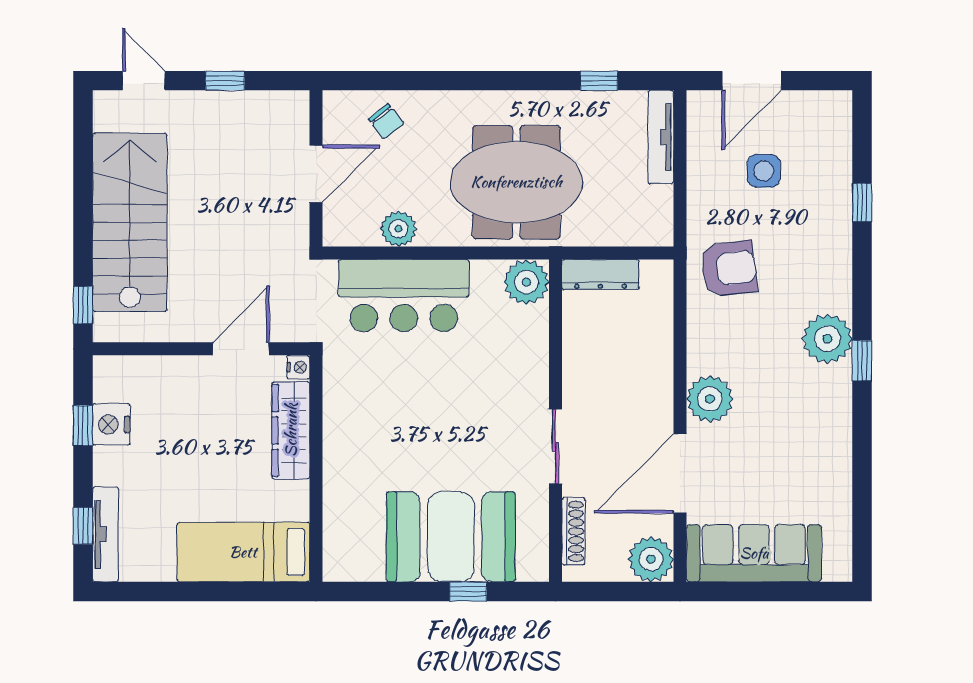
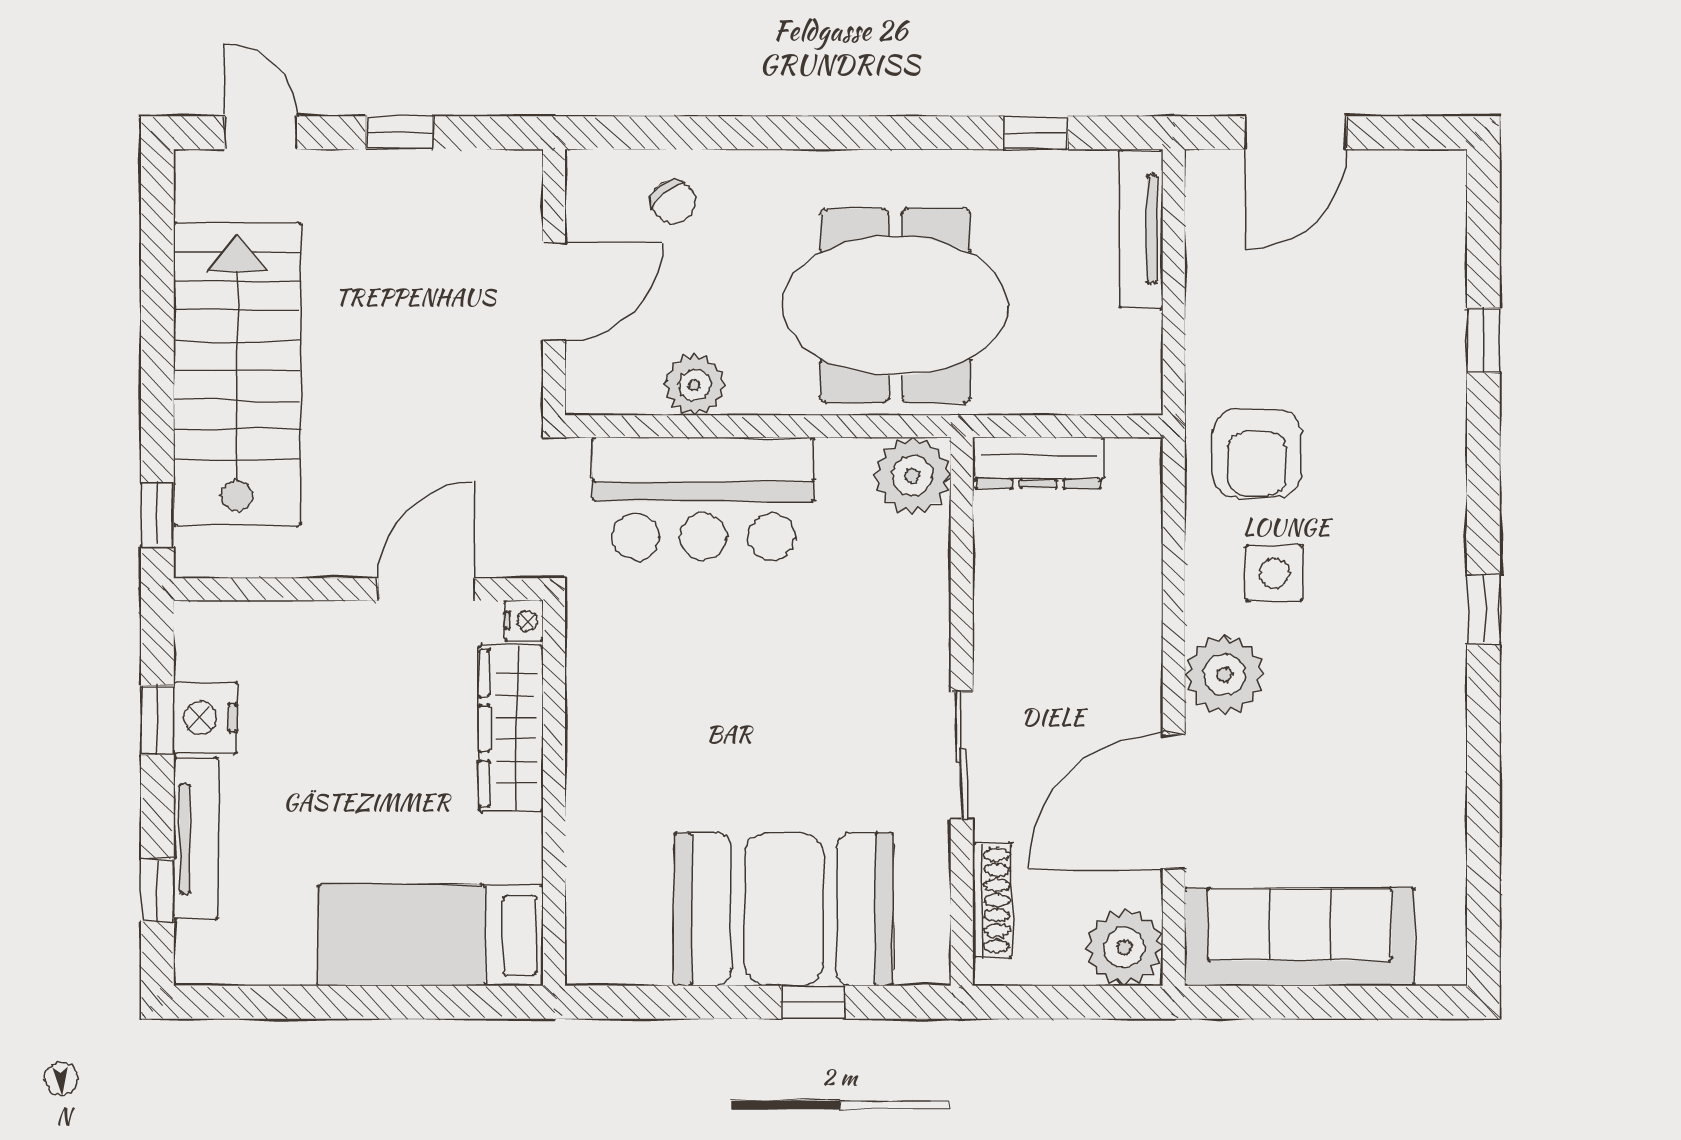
side table: (764, 171) -> (1274, 573), moved
armchair: (729, 269) -> (1257, 453), turned 97
plant: (827, 339) -> (1425, 572), removed
tv unit: (105, 534) -> (196, 839), moved

